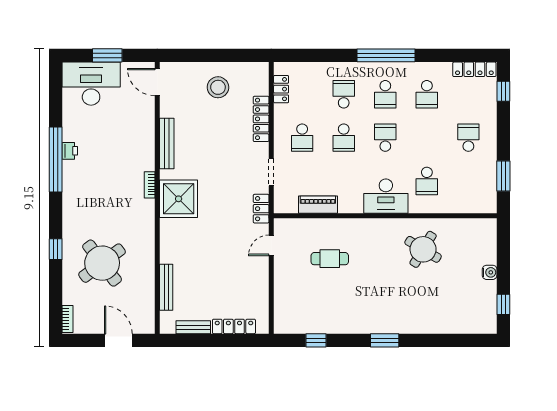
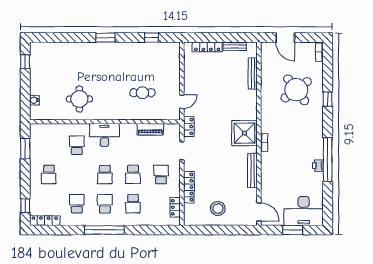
school desk: (344, 138) -> (133, 174), turned 180
round table: (423, 249) -> (79, 99), turned -31
water cooler: (490, 272) -> (34, 100), moved

